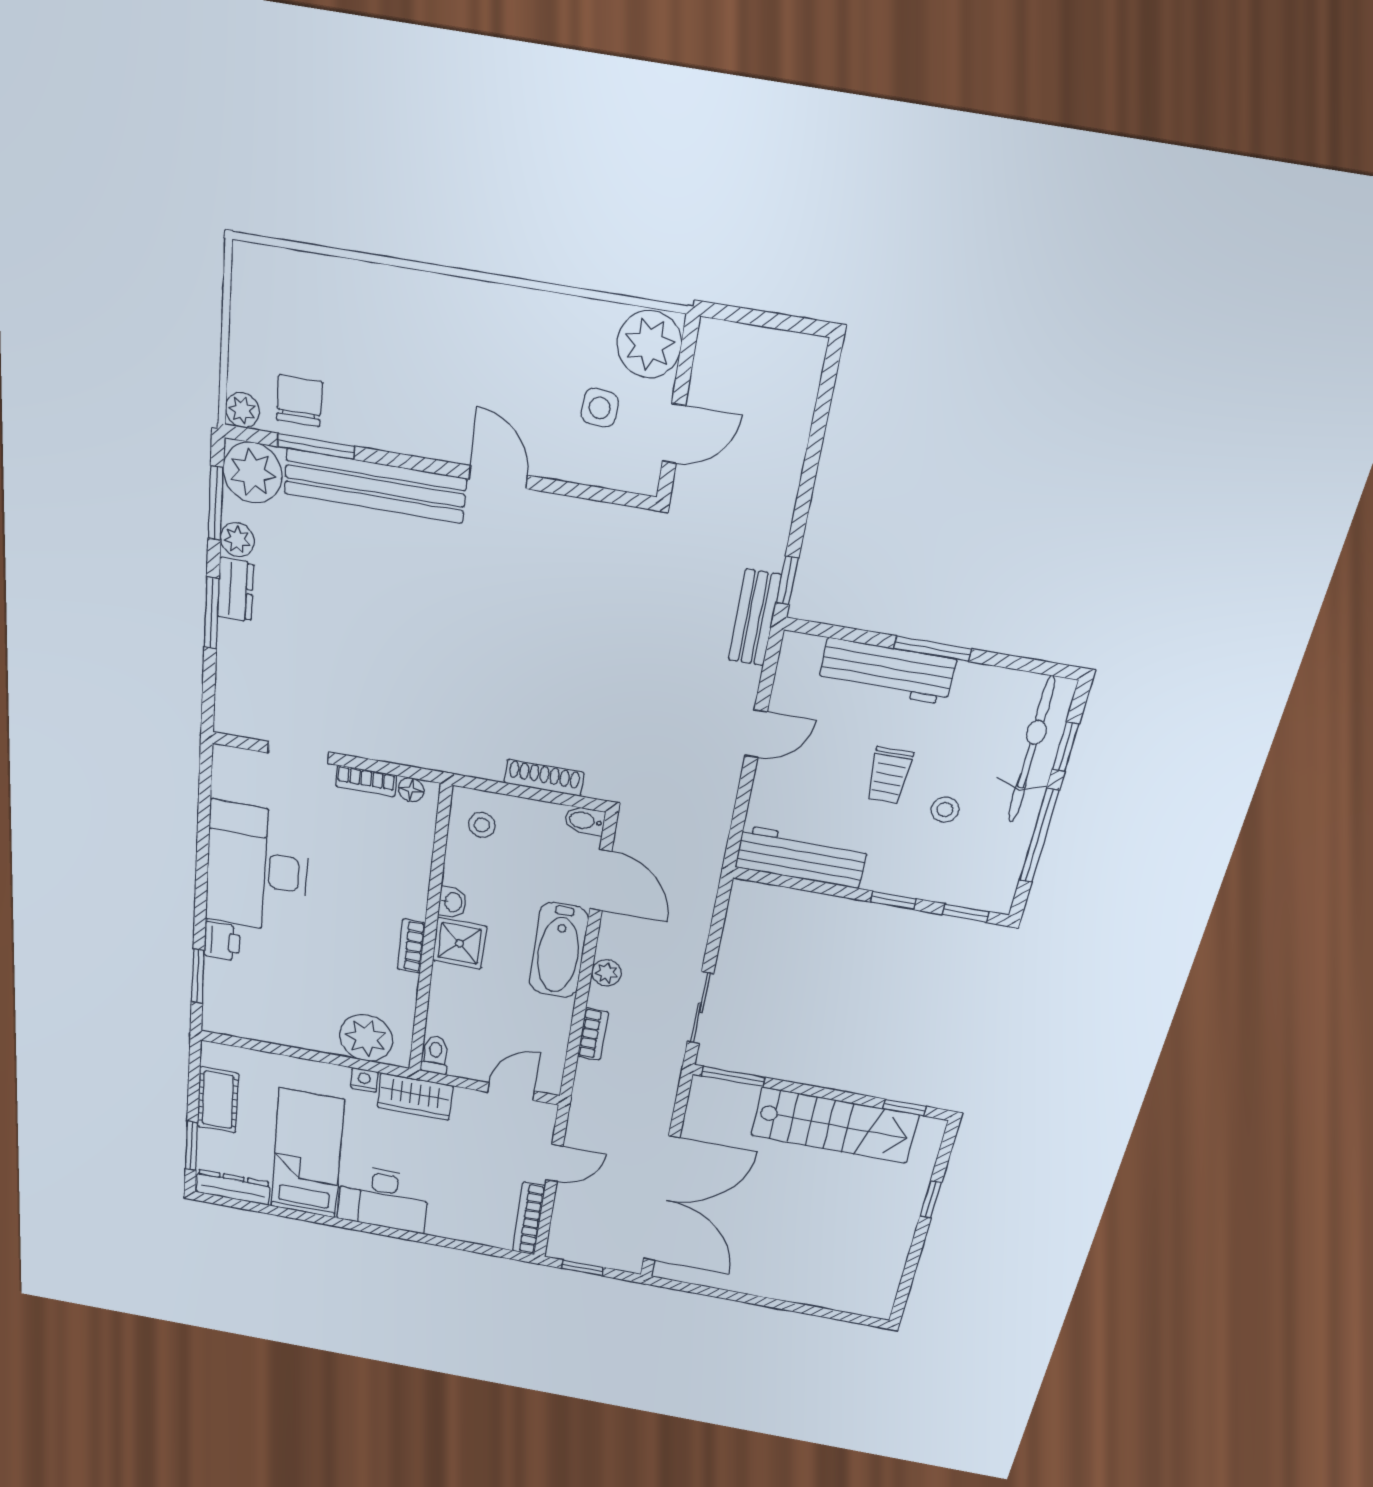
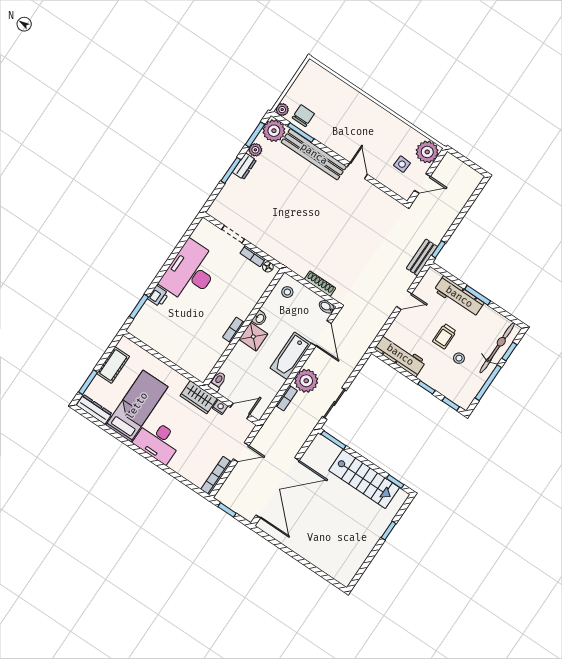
plant: (606, 973) -> (306, 381), width x1.87, depth x1.87
plant: (366, 1038) -> (193, 362), removed
nightstand: (364, 1080) -> (220, 407), moved

